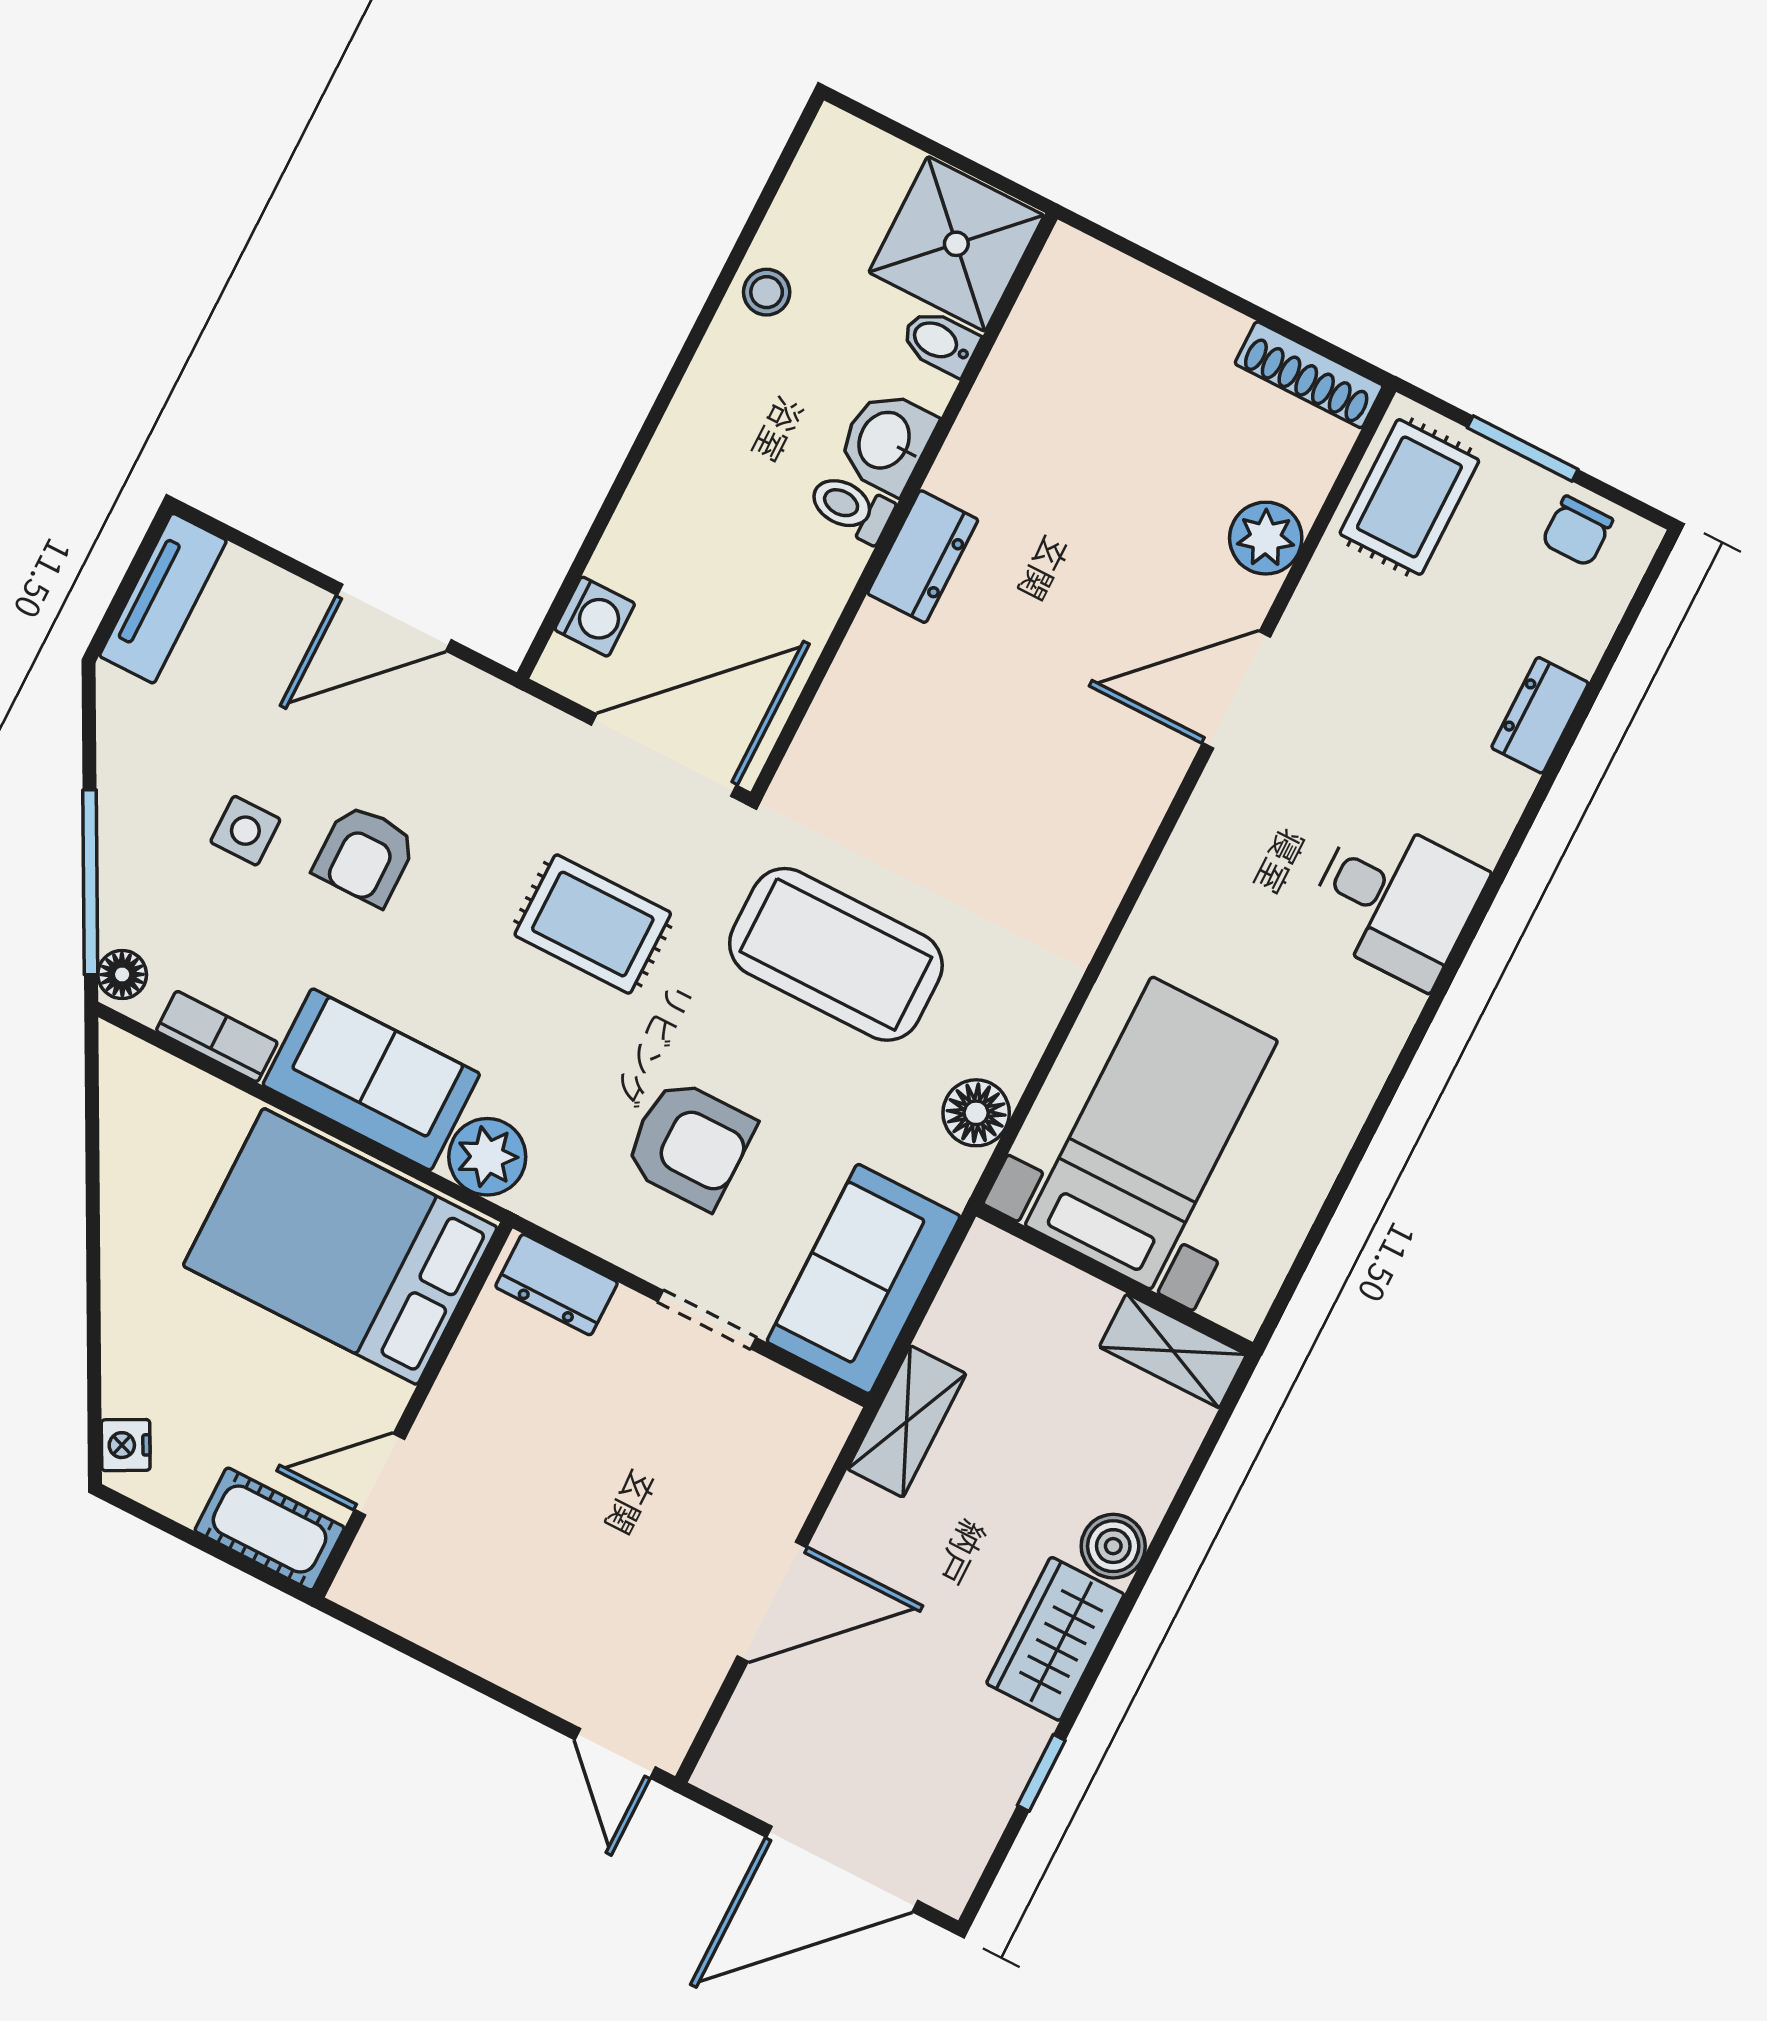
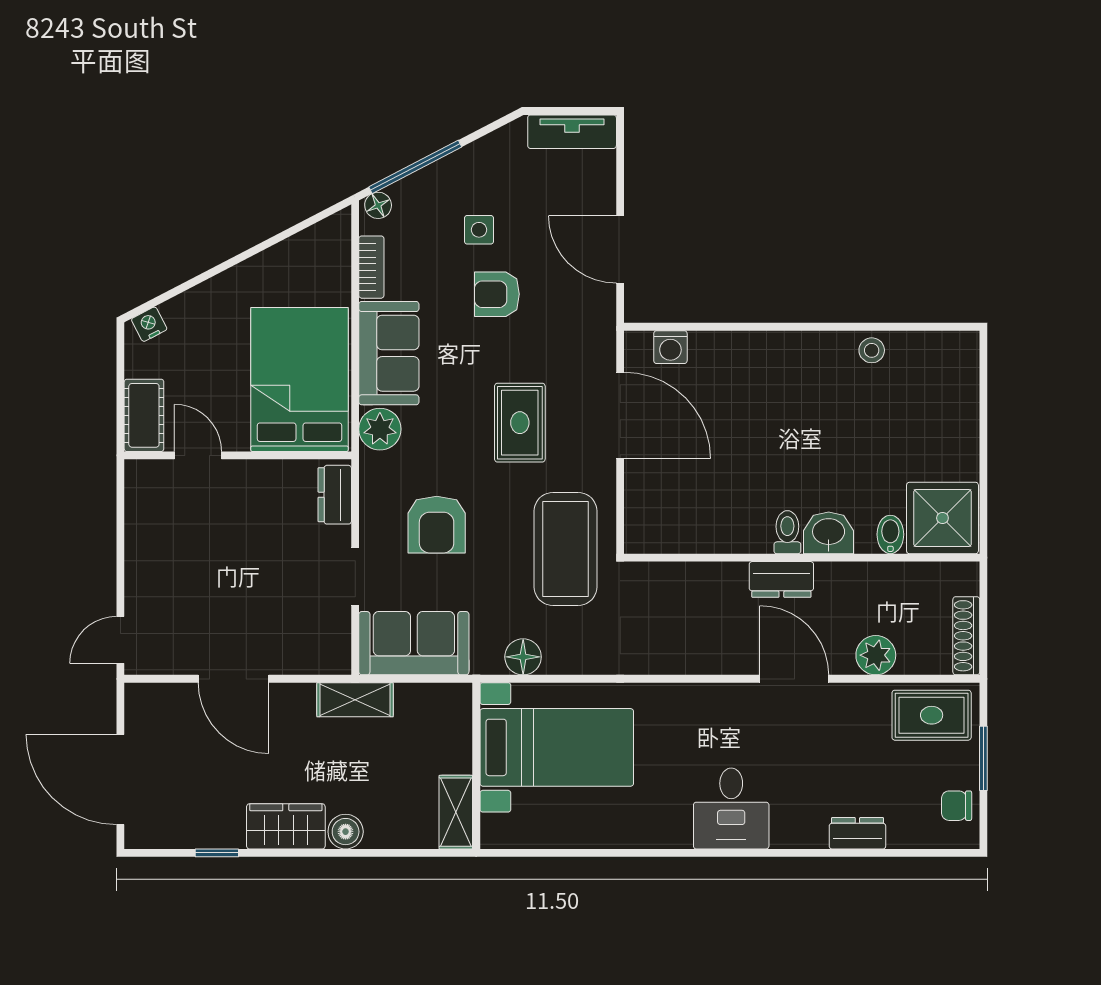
shower: (956, 244) -> (942, 518), moved
bidet: (940, 342) -> (890, 534), moved
washbasin: (886, 441) -> (829, 533), moved
wall: (904, 505) -> (802, 558), moved
toilet: (851, 508) -> (787, 532), moved
dresser: (923, 557) -> (781, 579), moved

